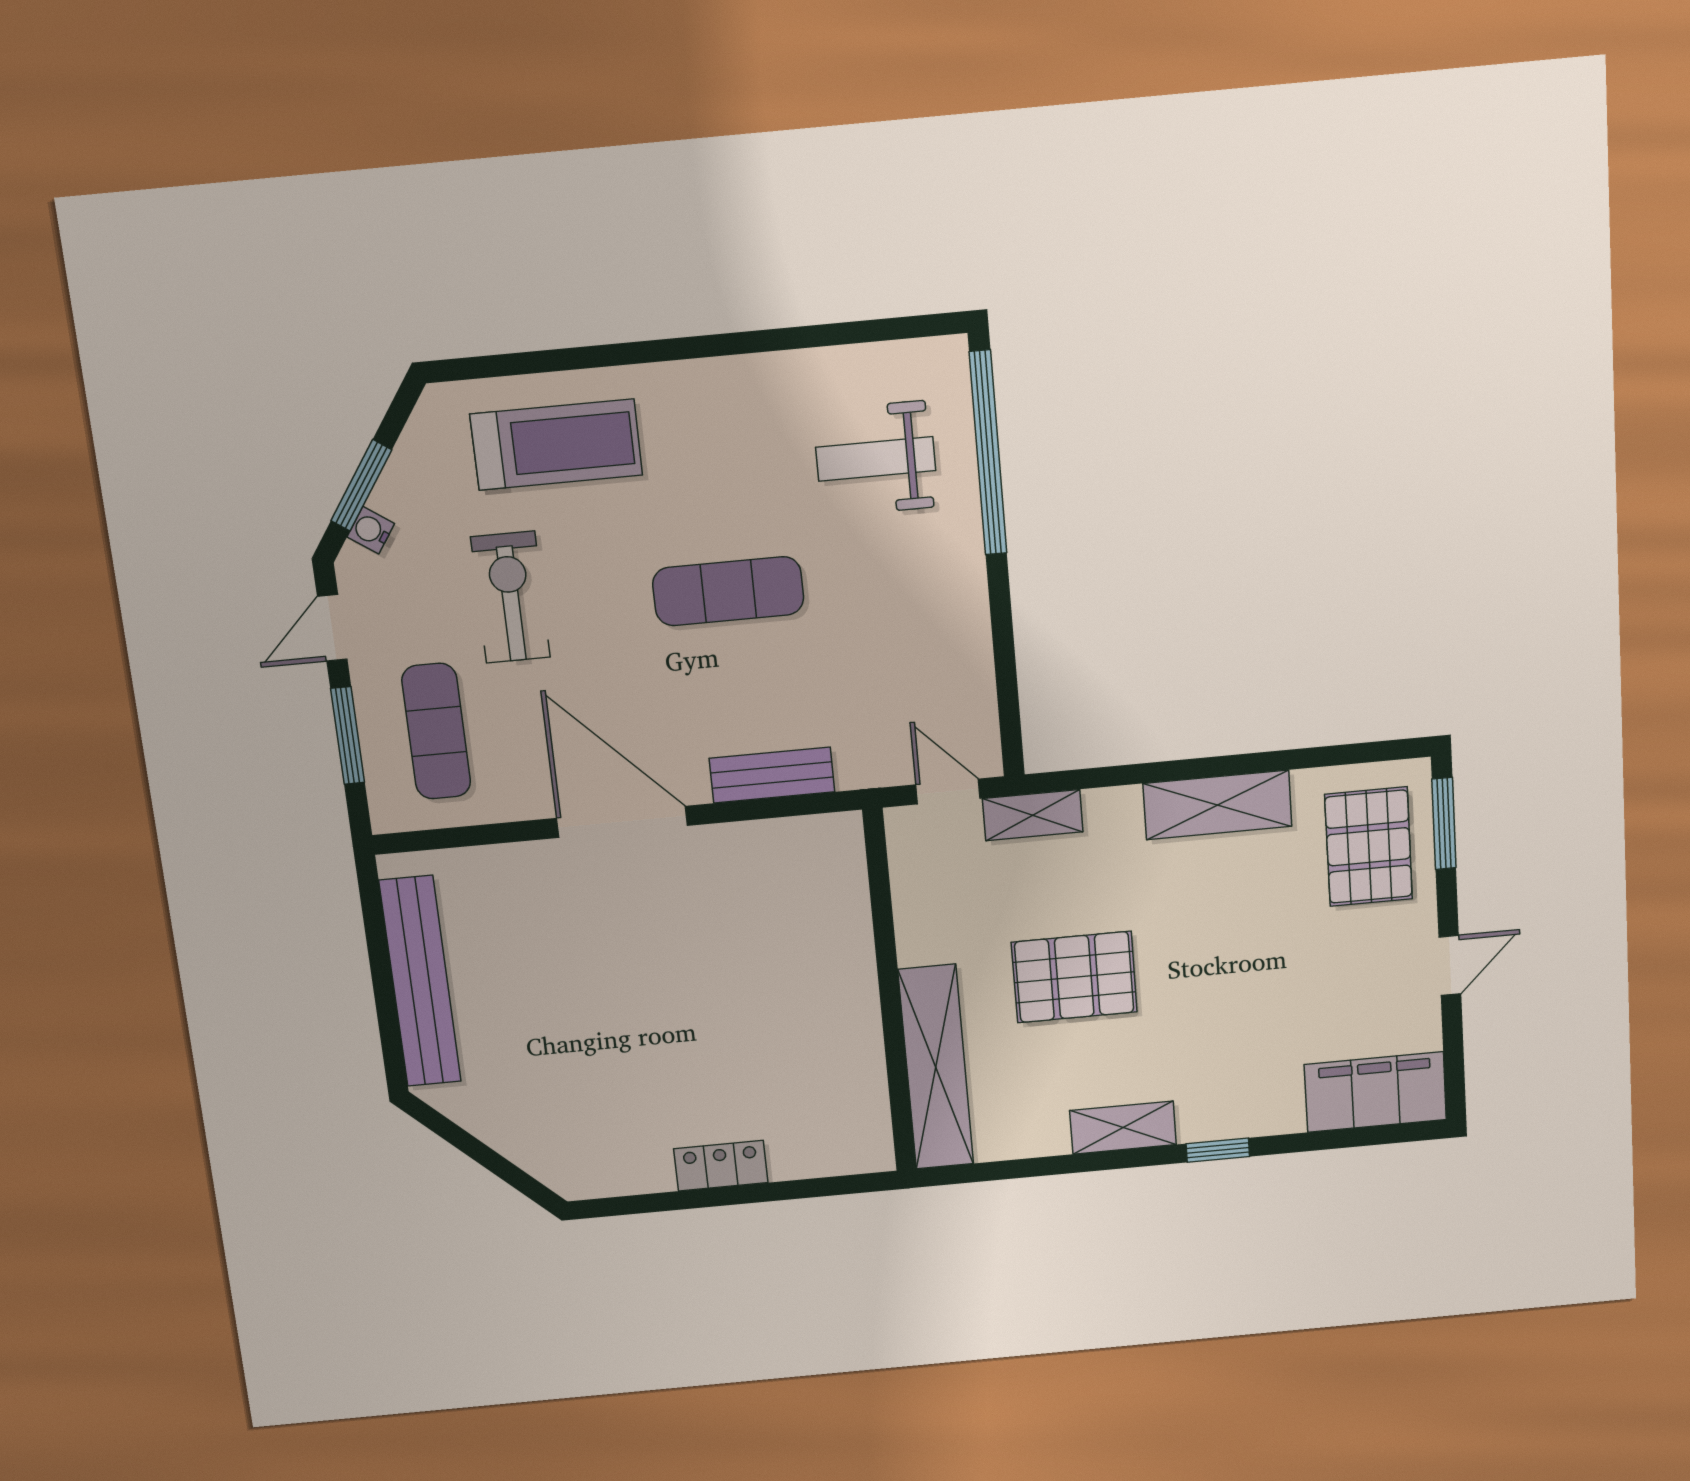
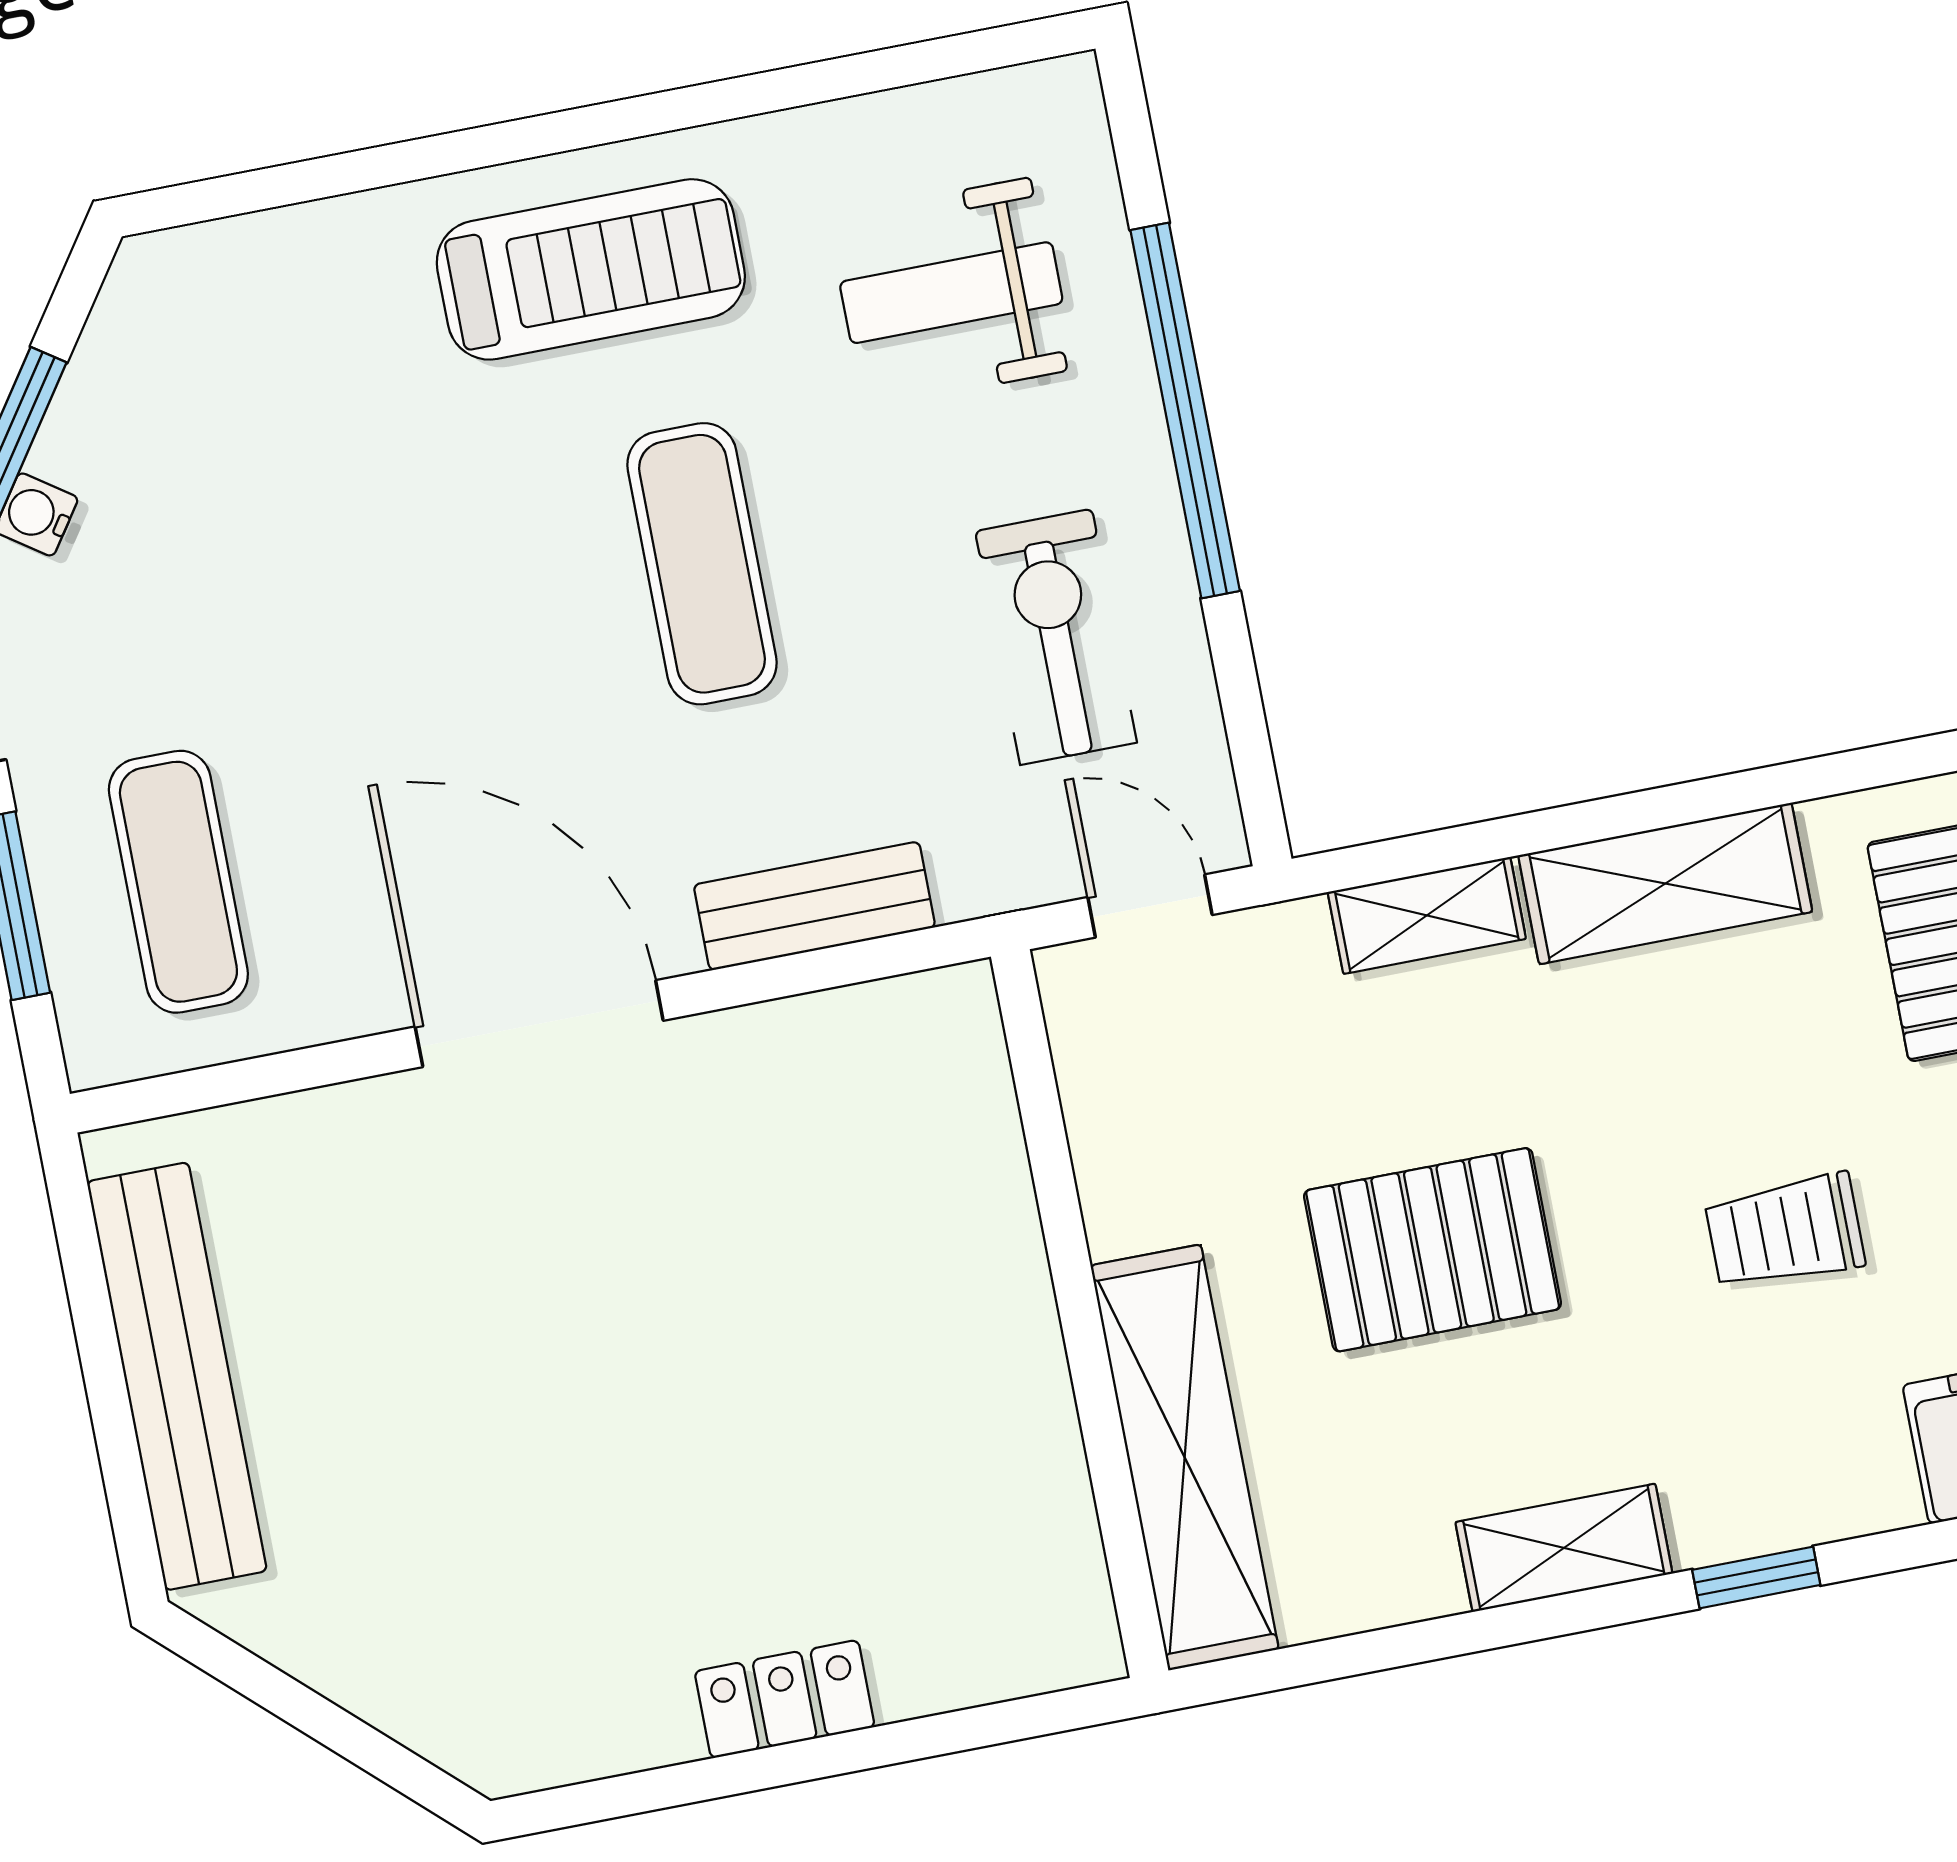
treadmill: (556, 445) -> (591, 269), moved
window: (988, 453) -> (1185, 410), moved
exercise mat: (728, 591) -> (702, 564), turned 90
exercise bike: (510, 597) -> (1056, 637), moved
shelving: (1033, 815) -> (1427, 915), moved
trolley: (1255, 984) -> (1785, 1232), added

